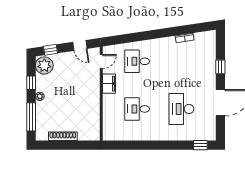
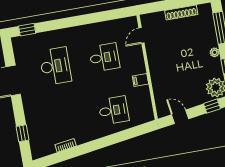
door: (101, 62) -> (141, 35), moved
window: (220, 67) -> (22, 133), moved
filing cabinet: (109, 84) -> (140, 80), width x0.50

